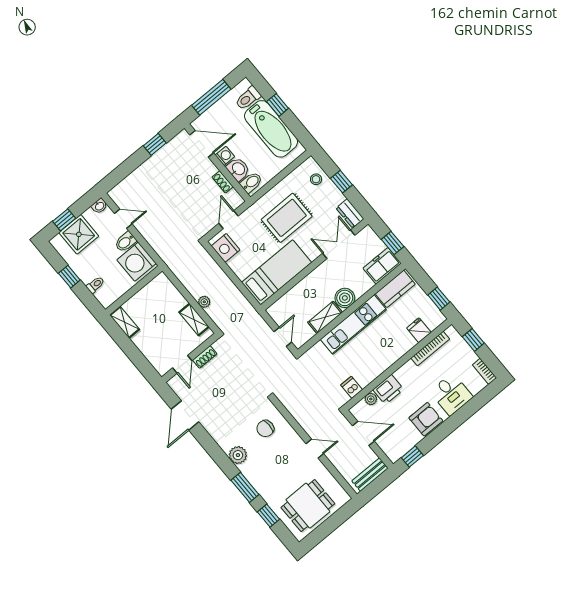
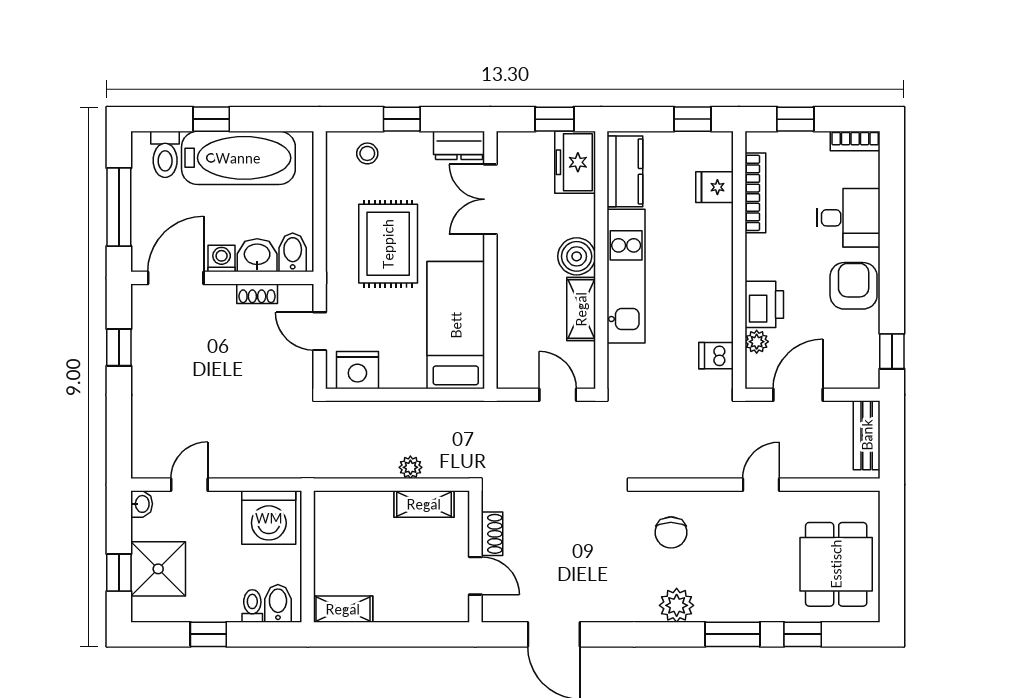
bidet: (125, 242) -> (278, 603), moved, turned 180

